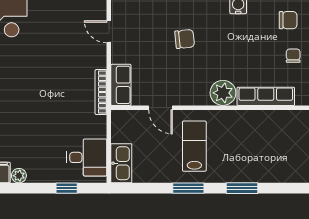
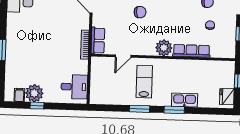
door: (161, 108) -> (123, 56), hinge flipped
kitchen sink: (121, 163) -> (185, 100), moved, turned -90
plant: (19, 176) -> (34, 93), width x1.87, depth x1.87
window: (67, 188) -> (37, 106), moved

